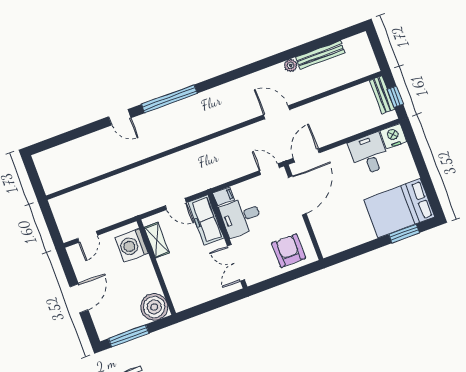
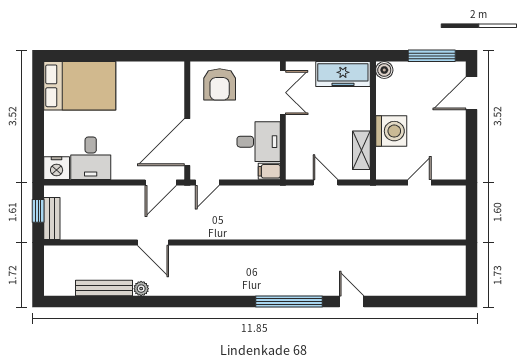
door: (277, 112) -> (153, 243), moved
door: (269, 169) -> (207, 182), hinge flipped
freezer: (206, 220) -> (343, 74), moved, turned 90
window: (404, 233) -> (85, 56), removed
door: (87, 237) -> (419, 182), moved
washing machine: (132, 245) -> (391, 131), moved
door: (79, 298) -> (471, 93), moved
boiler: (154, 307) -> (384, 70), width x0.54, depth x0.54

